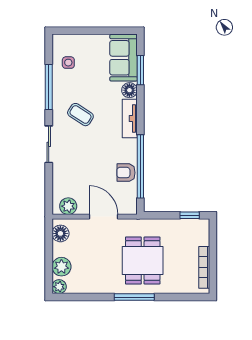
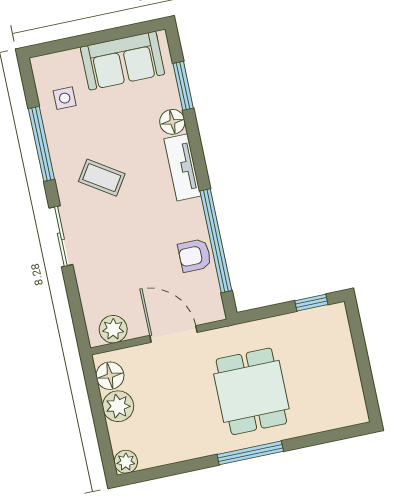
sofa: (124, 58) -> (123, 61), moved, turned -90
plant: (61, 267) -> (118, 406), moved
bookcase: (204, 267) -> (353, 381), removed

